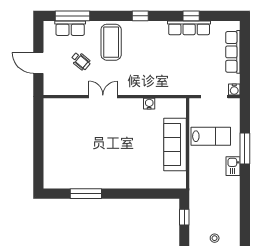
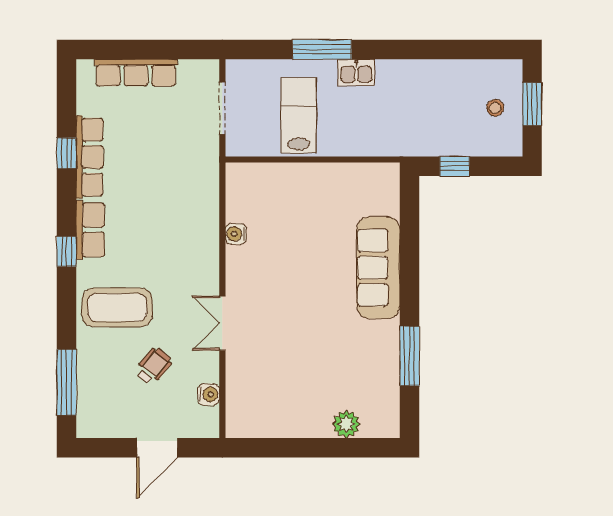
row of seats: (70, 28) -> (90, 230), moved
water cooler: (234, 90) -> (209, 394), moved
sofa: (175, 145) -> (378, 268), moved, turned 90
plant: (51, 161) -> (346, 424), added

